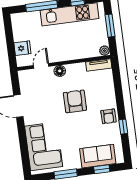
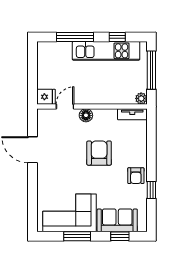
window: (110, 26) -> (151, 70), width x1.44
fridge: (22, 48) -> (46, 97), moved
corner sofa: (44, 146) -> (69, 213), moved, turned -90

